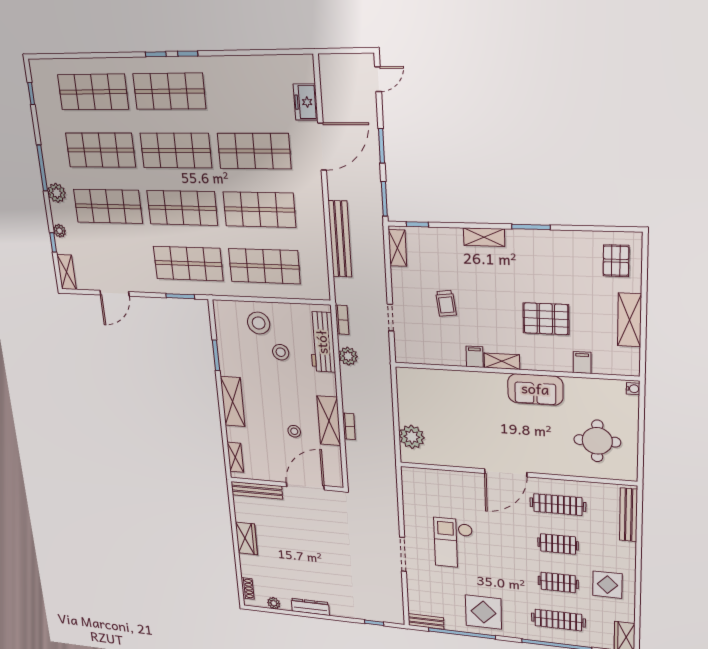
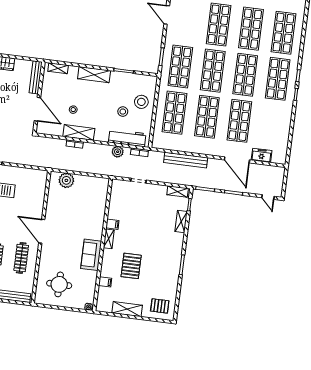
shelving: (484, 237) -> (181, 222), moved
trolley: (446, 303) -> (144, 213), removed

